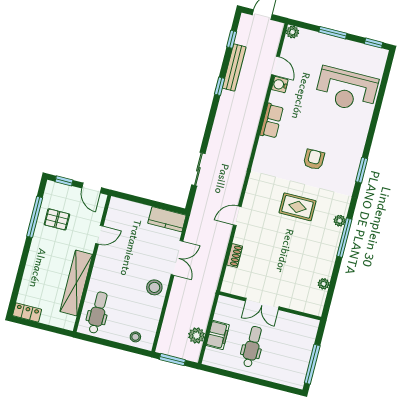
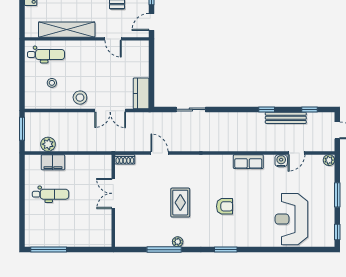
plant: (324, 284) -> (120, 242), removed
double door: (262, 304) -> (113, 193), moved
wall: (270, 306) -> (113, 201), moved
stool: (135, 337) -> (52, 83), moved

